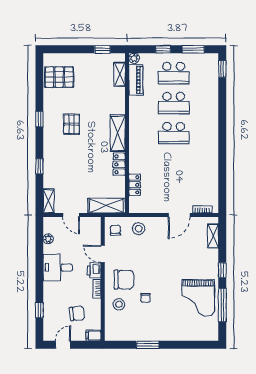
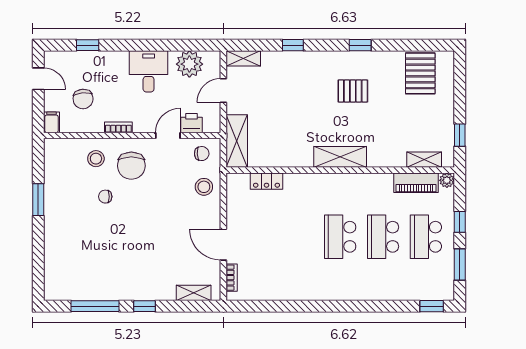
locker: (119, 164) -> (296, 159), removed
plant: (48, 239) -> (189, 64), width x1.88, depth x1.88
printer: (94, 270) -> (191, 123), moved
grand piano: (198, 298) -> (105, 272), removed

